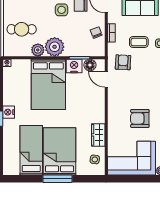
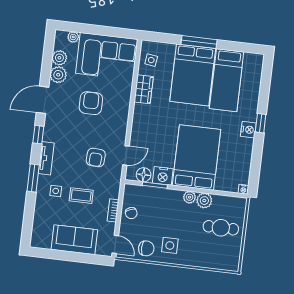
plant: (55, 47) -> (190, 197), width x0.53, depth x0.53
armchair: (123, 62) -> (96, 157), moved
door: (106, 79) -> (126, 155), hinge flipped
armchair: (140, 118) -> (91, 103), turned -90

